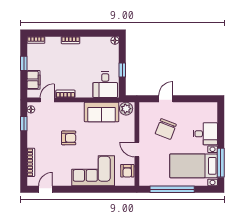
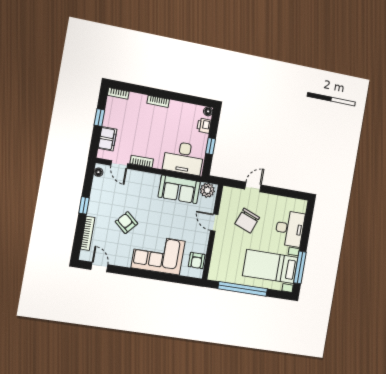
printer: (113, 53) -> (204, 126), added
desk: (105, 85) -> (184, 158), width x1.37
door: (47, 100) -> (119, 164), swing flipped
window: (24, 124) -> (84, 205), moved
desk: (205, 134) -> (290, 229), width x1.37
armchair: (69, 138) -> (126, 223), moved, turned -139
door: (137, 150) -> (214, 223), moved
door: (46, 189) -> (99, 267), hinge flipped

